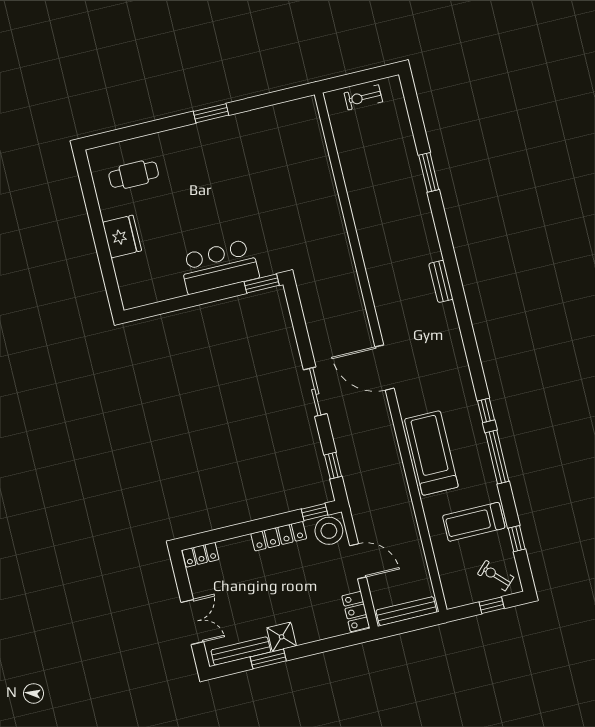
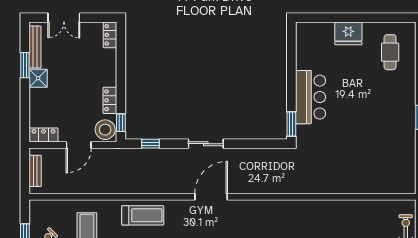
treadmill: (431, 453) -> (143, 215), width x0.73, depth x0.73
locker: (279, 536) -> (110, 100), width x0.66
bench: (406, 611) -> (35, 171), width x0.73

